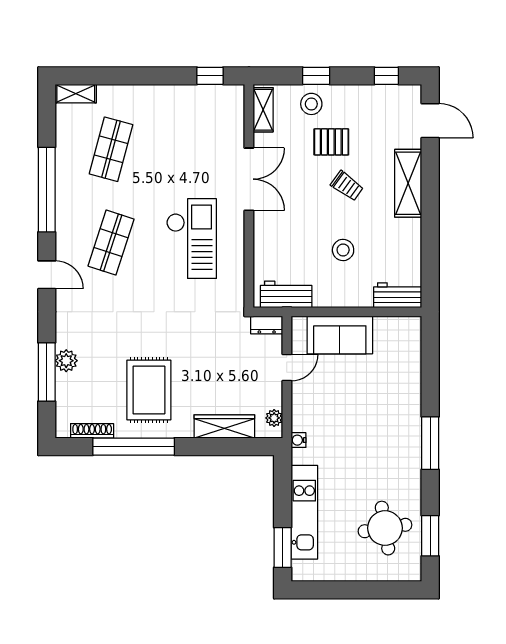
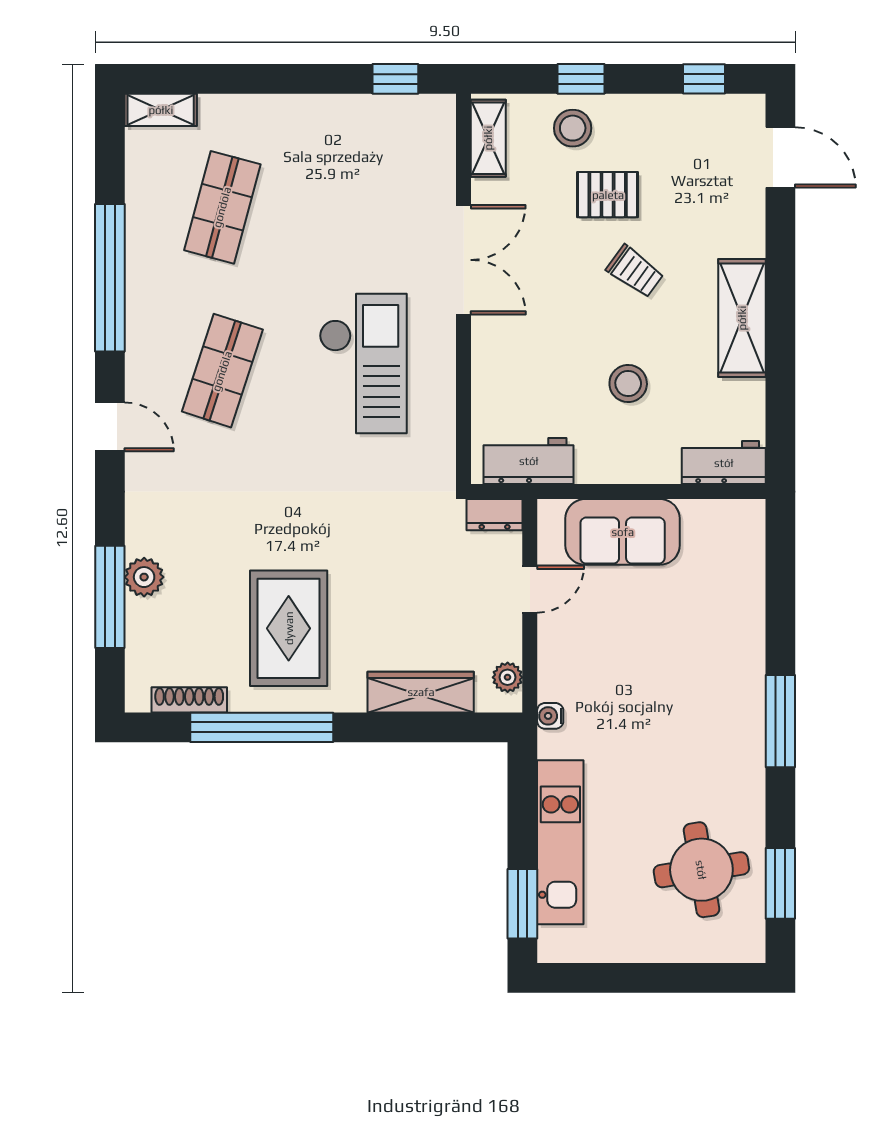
shelving: (408, 183) -> (742, 318), moved

